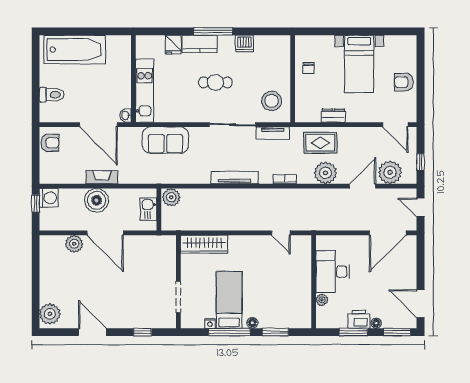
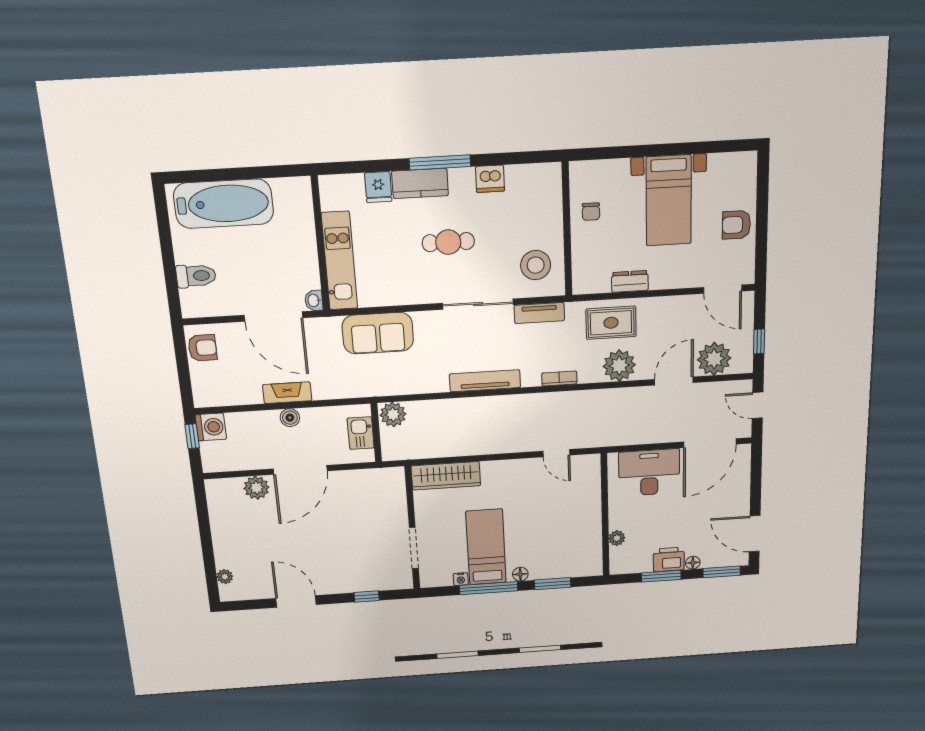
boiler: (96, 200) -> (290, 418), width x0.54, depth x0.54
door: (105, 233) -> (300, 470), hinge flipped
desk: (333, 272) -> (649, 473), moved, turned 90
plant: (50, 314) -> (225, 577), width x0.53, depth x0.53

